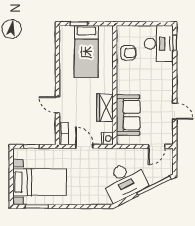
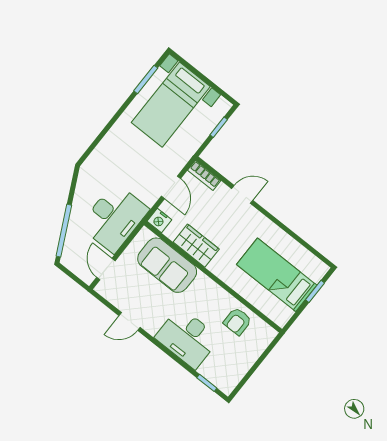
desk: (159, 44) -> (187, 338), moved
door: (84, 146) -> (171, 187), hinge flipped
desk: (124, 181) -> (114, 218), moved, turned -153

